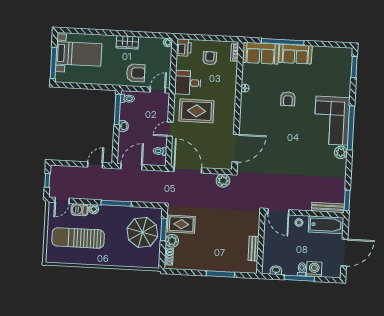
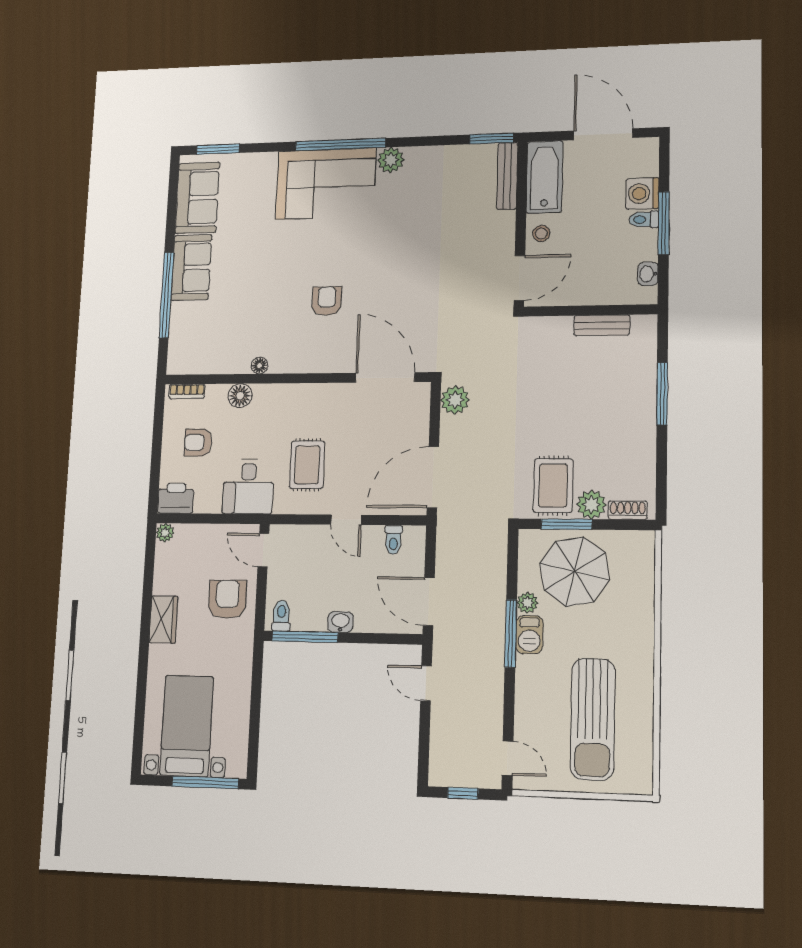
sofa: (261, 53) -> (197, 198), moved
floor lamp: (231, 79) -> (240, 396), added
armchair: (288, 99) -> (327, 301), moved, turned -90
rug: (196, 111) -> (307, 465), width x0.73, depth x0.70
plant: (94, 209) -> (527, 603), moved
barbecue: (80, 210) -> (529, 635), moved

